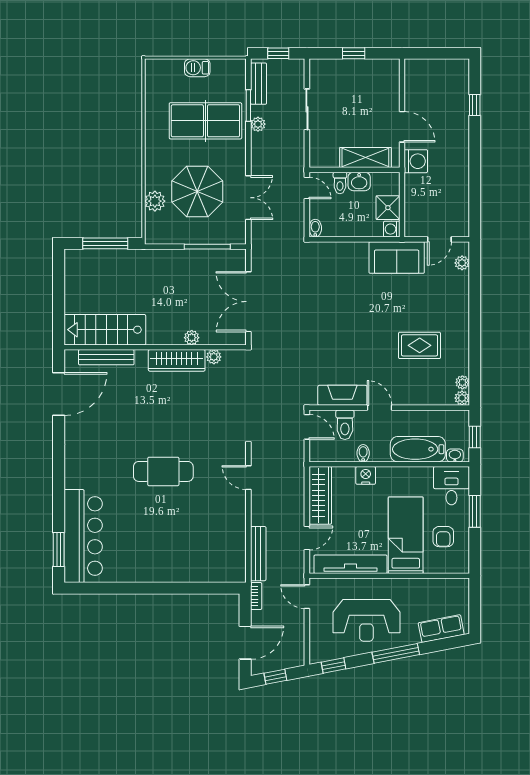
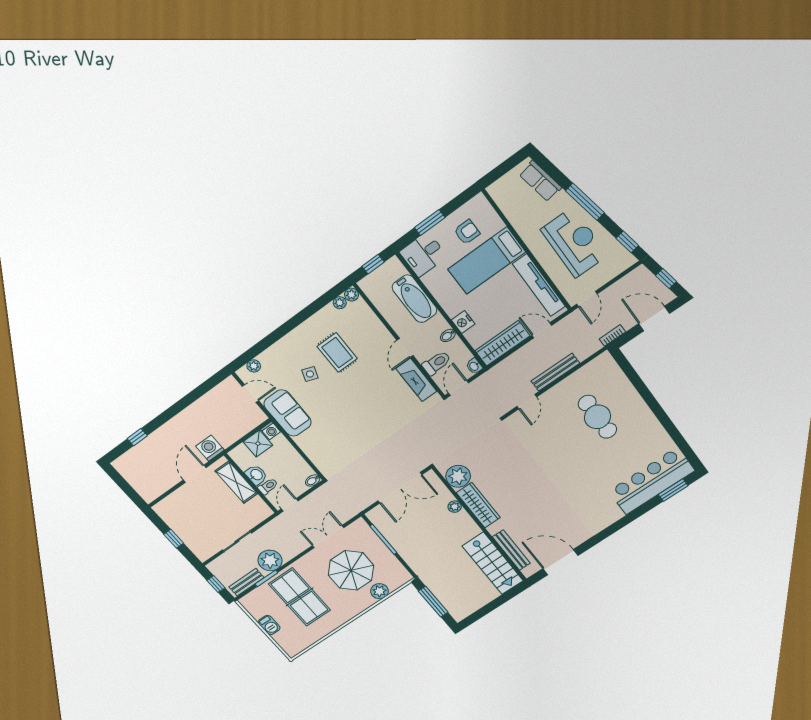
plant: (258, 124) -> (270, 560), width x1.88, depth x1.88
side table: (418, 306) -> (310, 374), added
plant: (214, 357) -> (458, 476), width x1.88, depth x1.88
washbasin: (455, 455) -> (474, 366), moved
cafe table: (163, 471) -> (597, 417), moved
bench: (258, 554) -> (555, 372), moved

